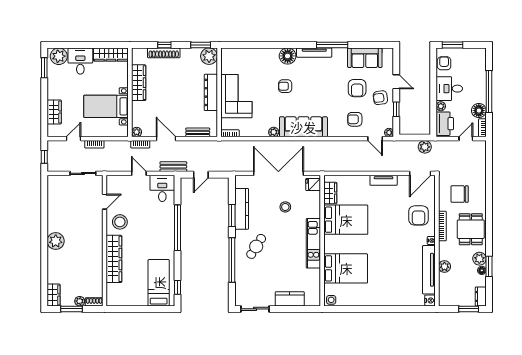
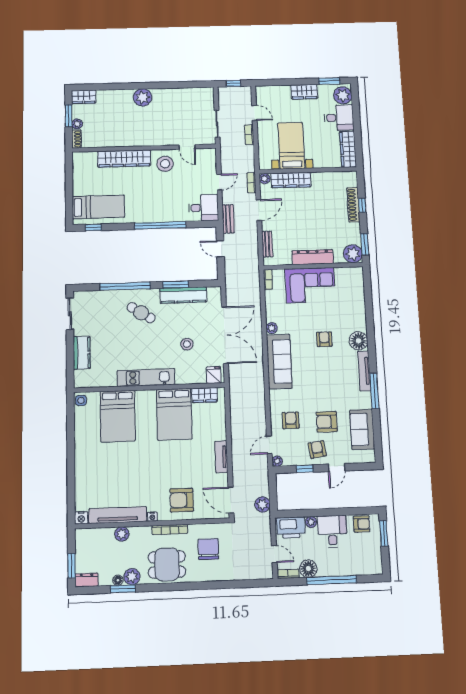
wardrobe: (139, 83) -> (291, 180), moved
wardrobe: (54, 112) -> (304, 92), moved

